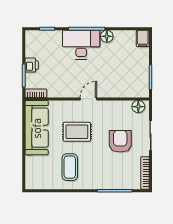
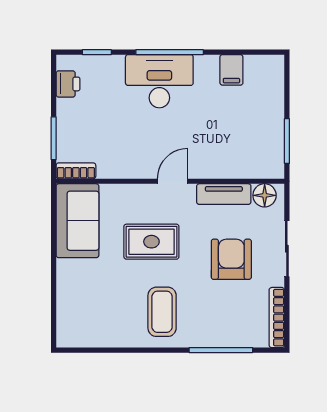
floor lamp: (107, 36) -> (207, 66), removed
filing cabinet: (143, 38) -> (231, 70), moved
printer: (32, 65) -> (68, 84), moved
tv unit: (116, 106) -> (224, 194), added
sofa: (37, 128) -> (77, 221), width x0.73
coffee table: (70, 167) -> (162, 312), moved

